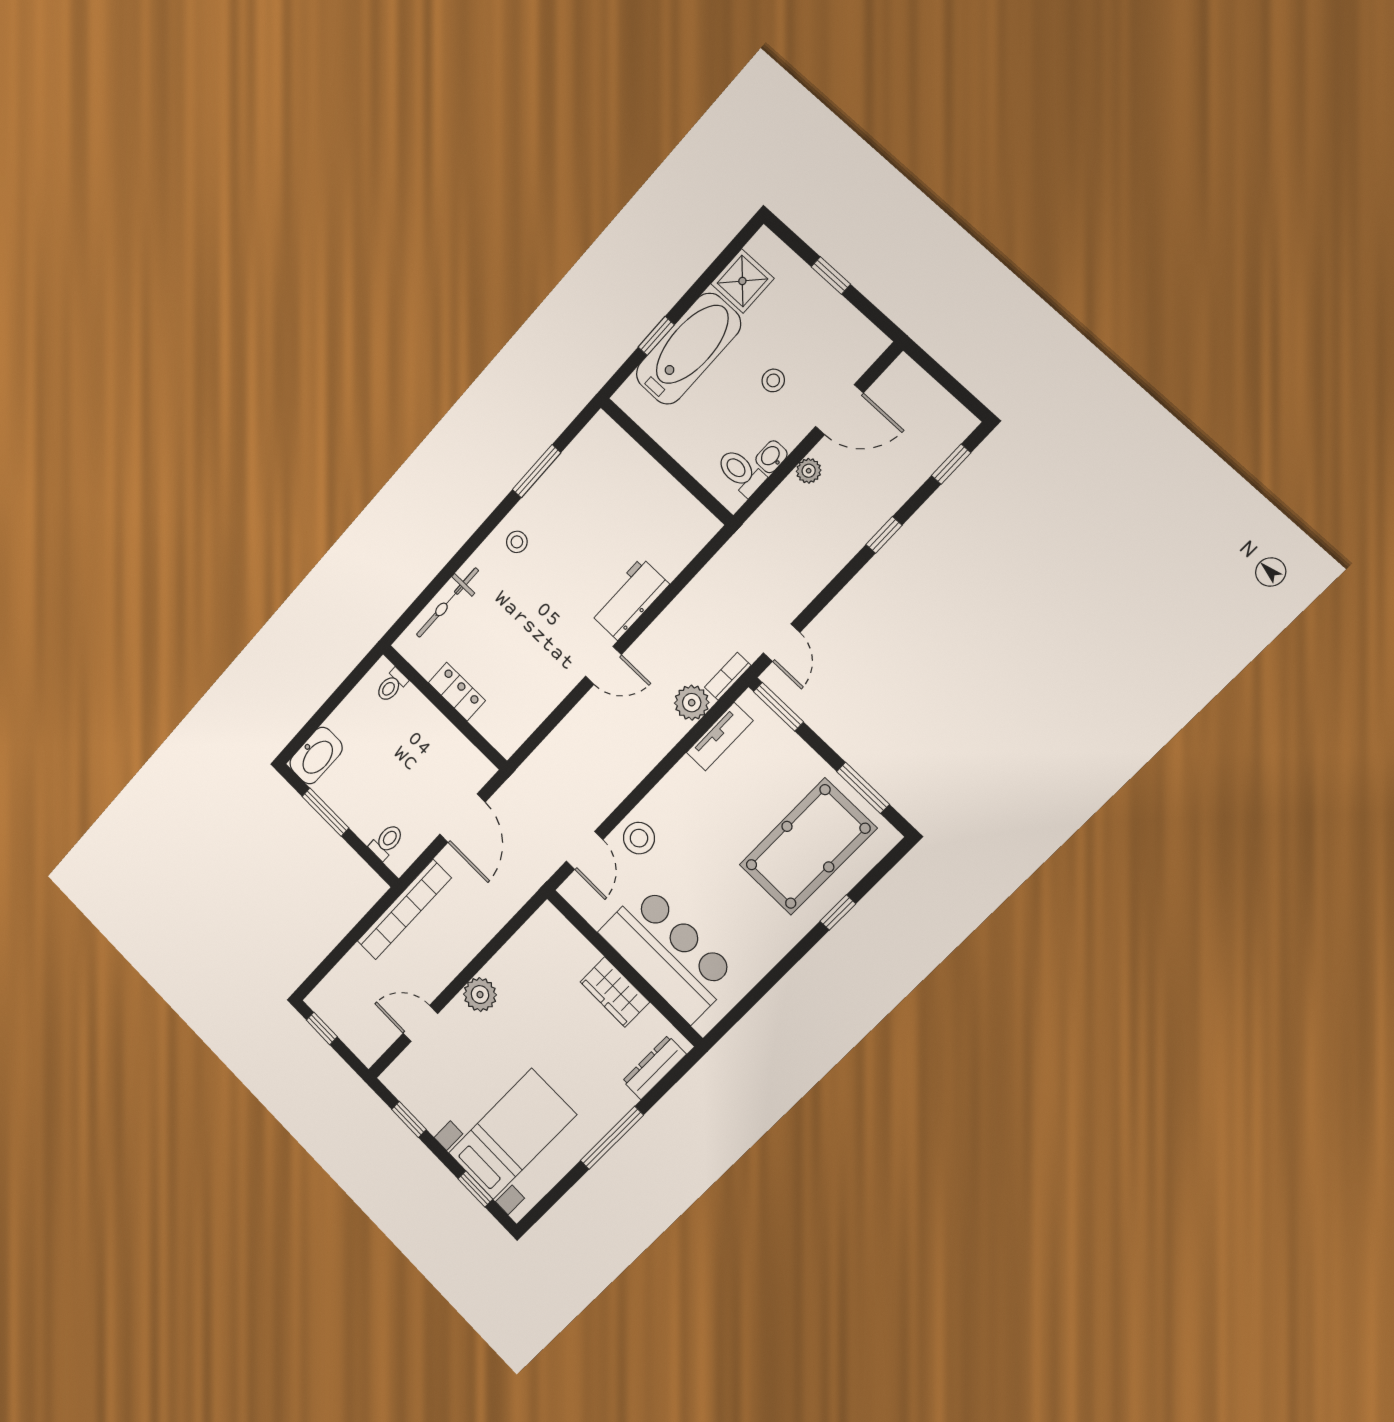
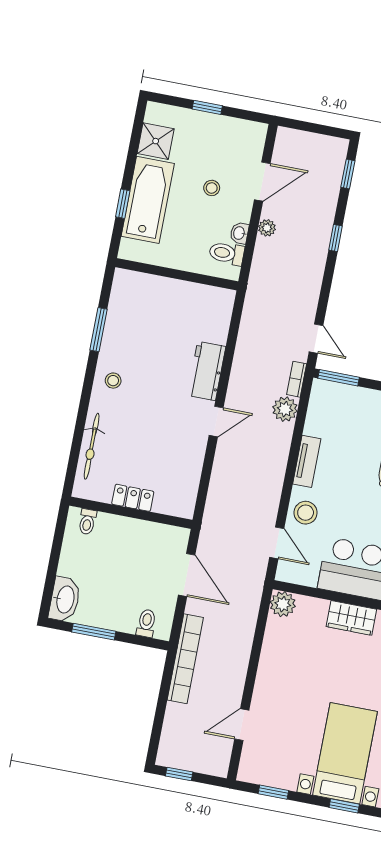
tv unit: (720, 737) -> (307, 461), moved
plant: (480, 995) -> (283, 604), moved

